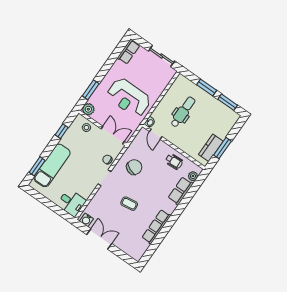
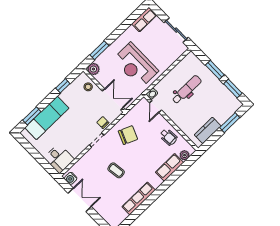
window: (222, 148) -> (230, 123), moved

